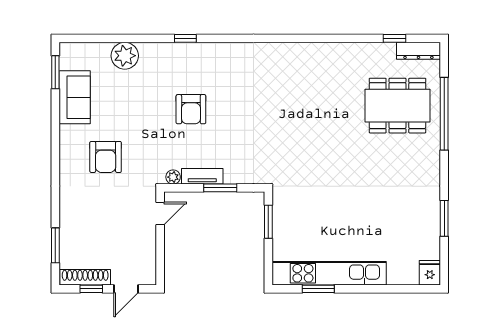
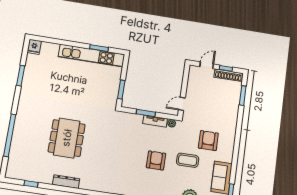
dresser: (418, 51) -> (66, 182), moved
dining table: (397, 106) -> (67, 138), moved, turned 90
coffee table: (137, 118) -> (188, 160), added

